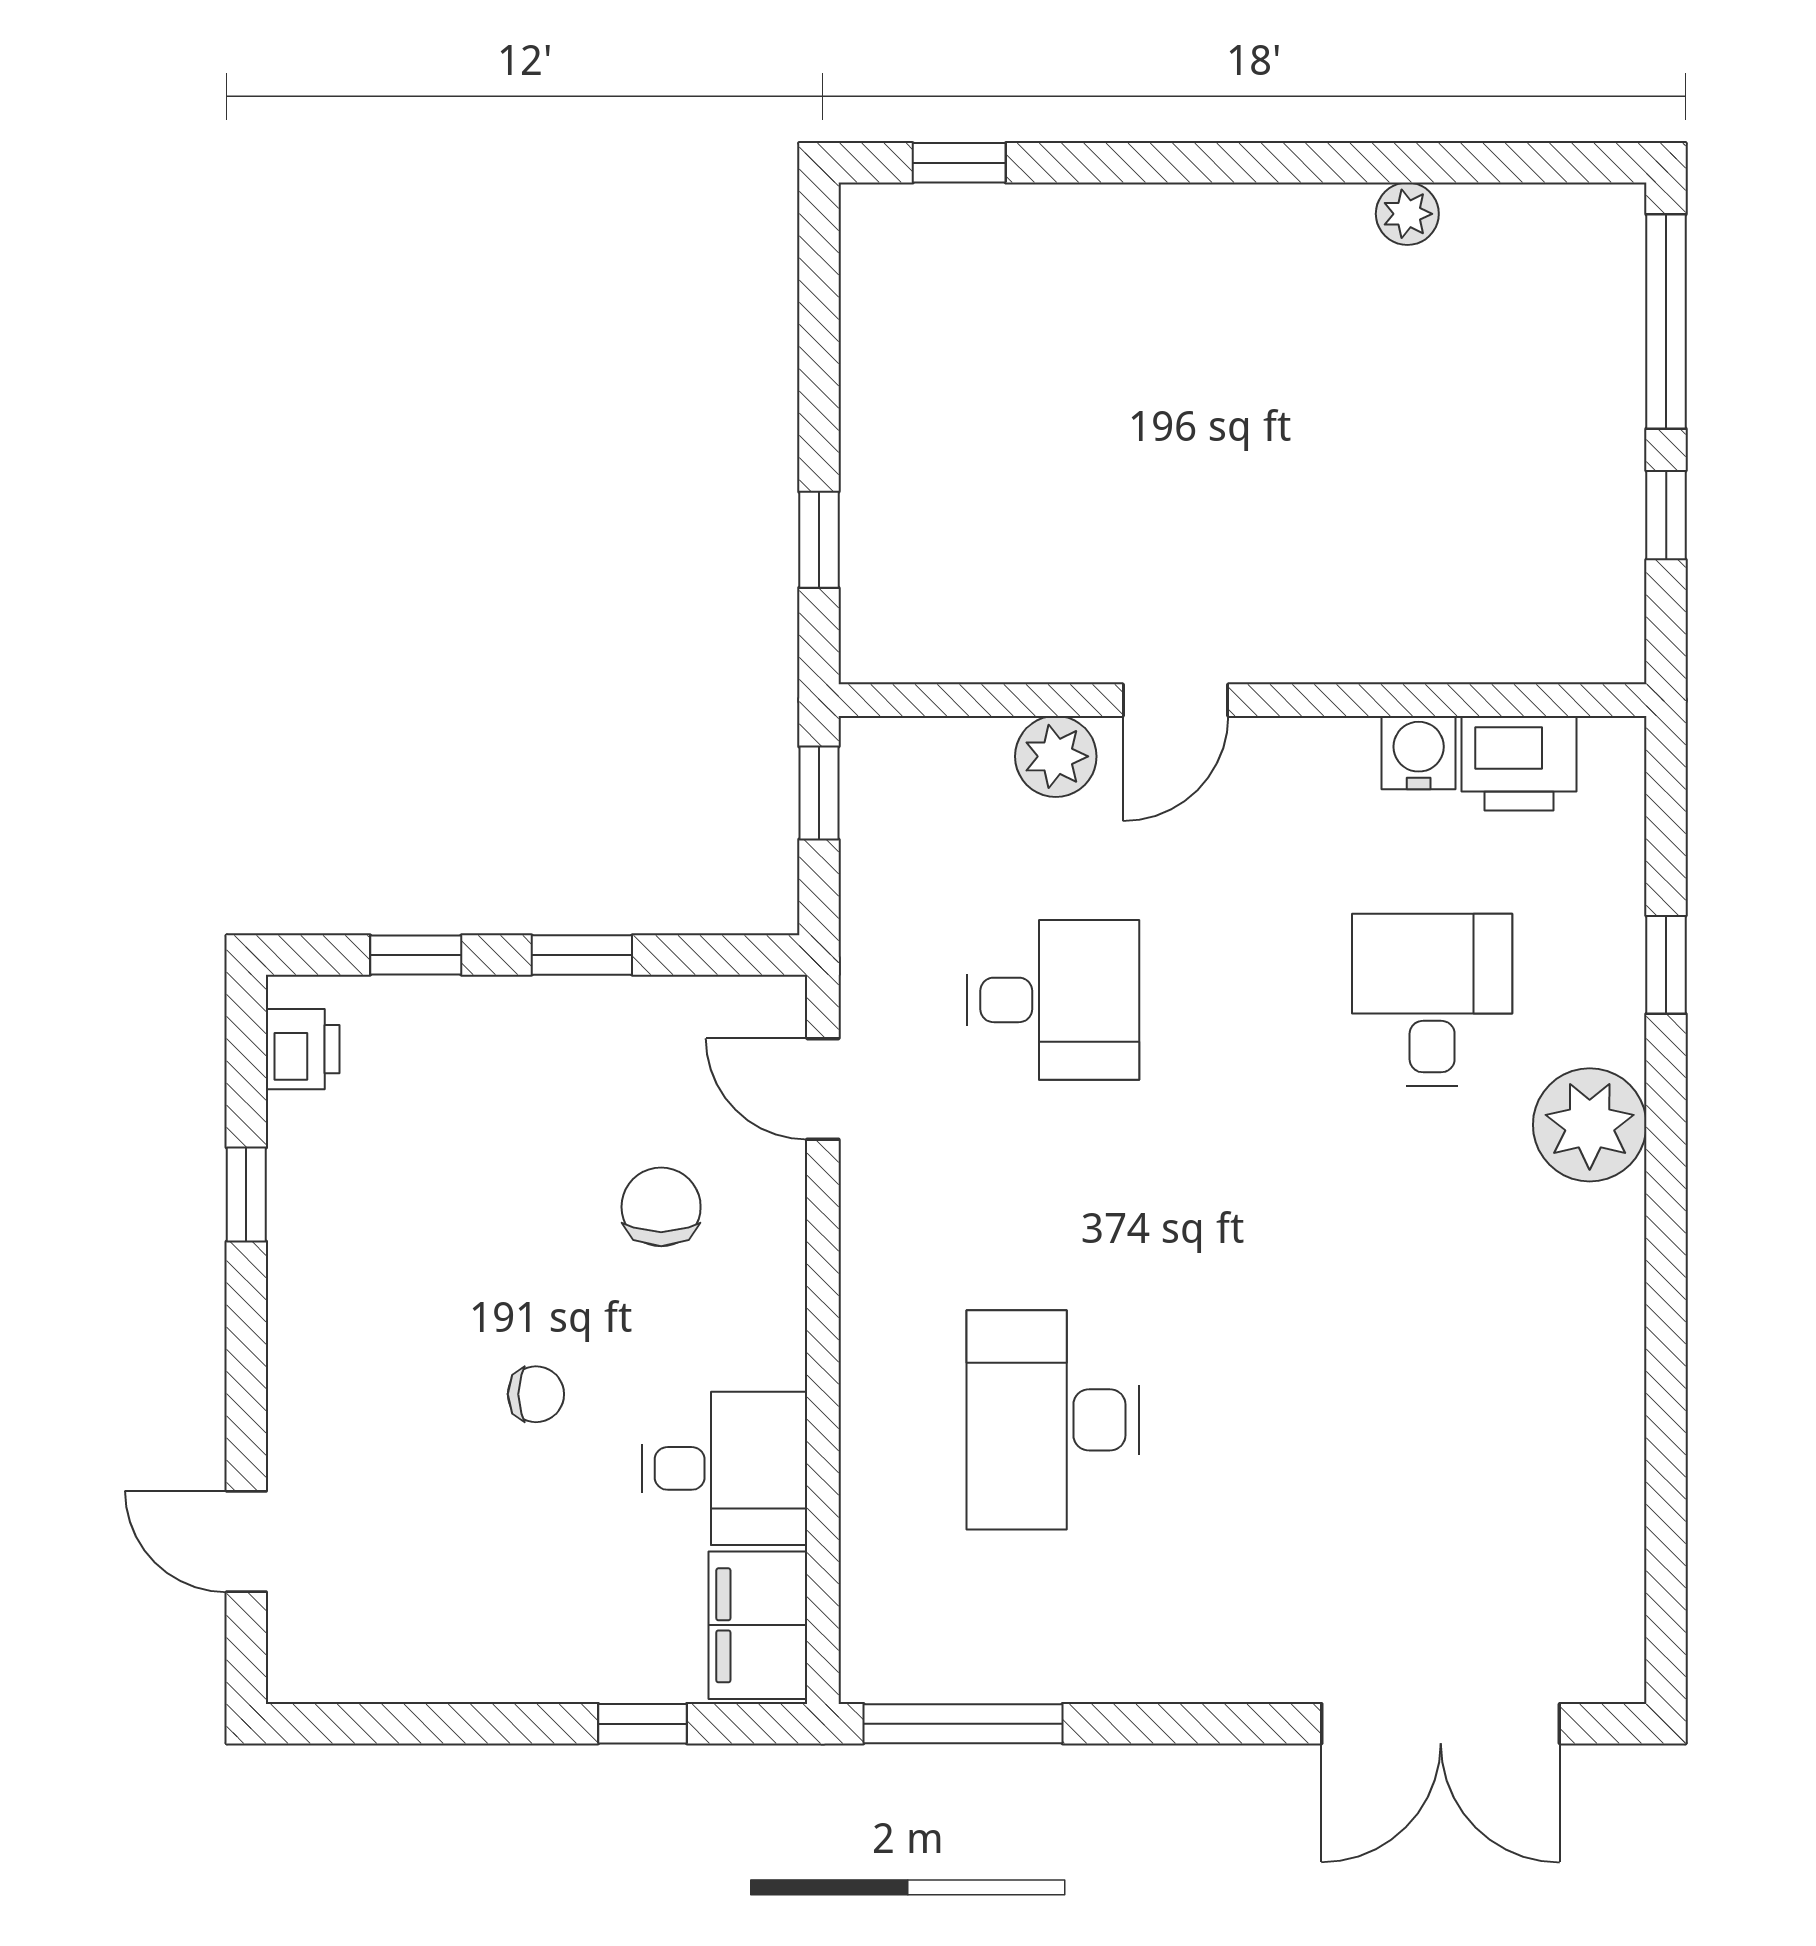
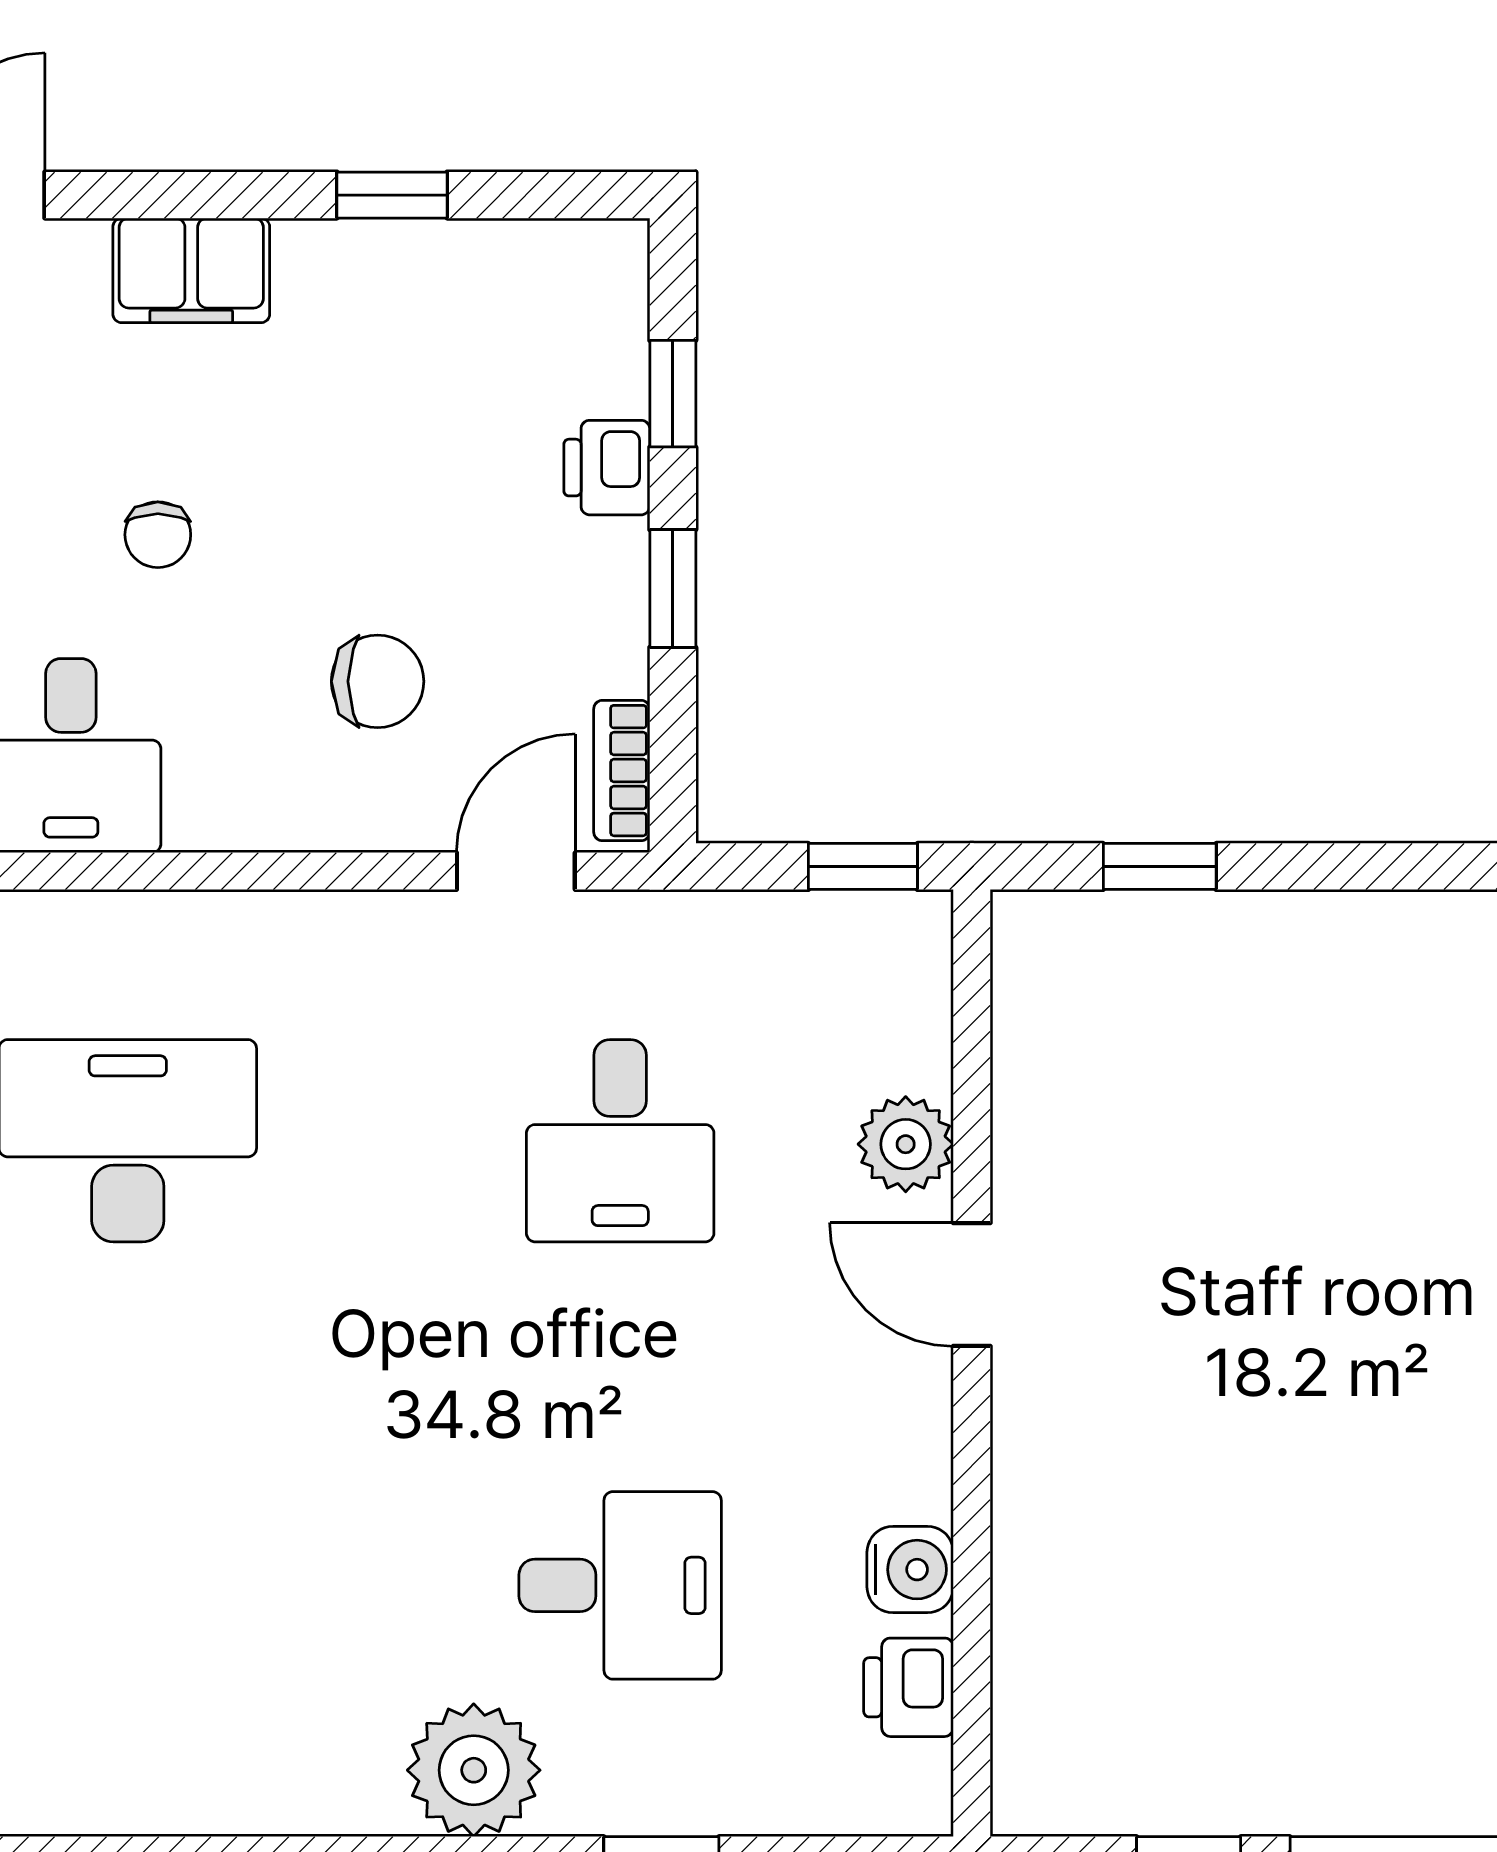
printer: (1519, 763) -> (909, 1687), width x0.73, depth x0.81
bookcase: (737, 999) -> (622, 771), added
printer: (303, 1049) -> (607, 468), moved, turned 90
filing cabinet: (311, 1366) -> (191, 270), added

